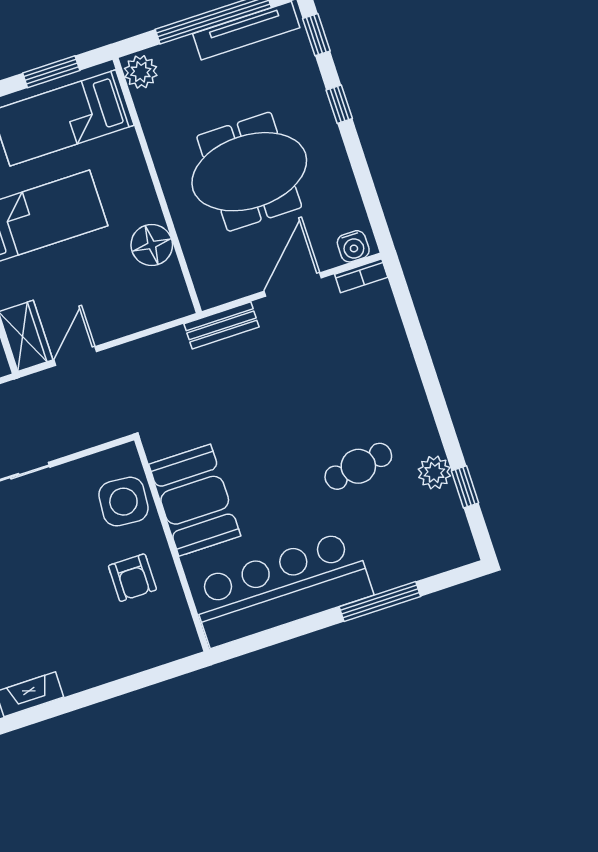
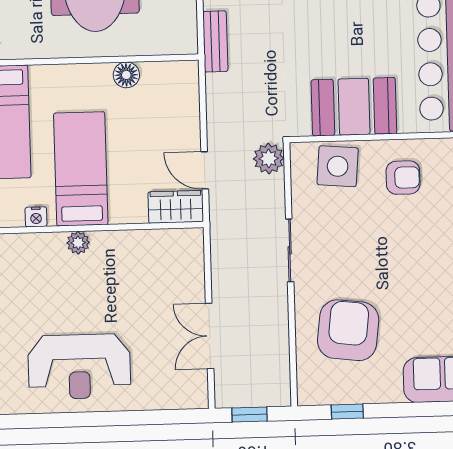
floor lamp: (152, 245) -> (126, 75), width x0.73, depth x0.73
plant: (109, 423) -> (269, 159), added

